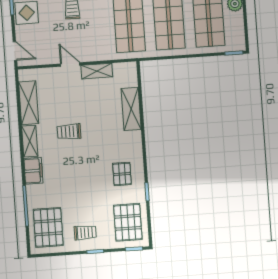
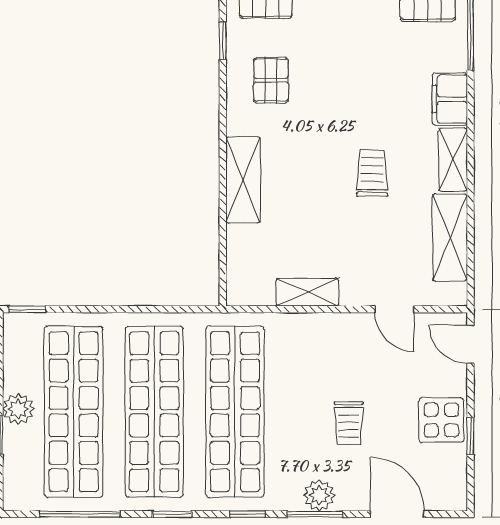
door: (70, 64) -> (394, 309), moved
shelving: (131, 109) -> (243, 180), moved
trolley: (69, 132) -> (372, 173), turned -90

